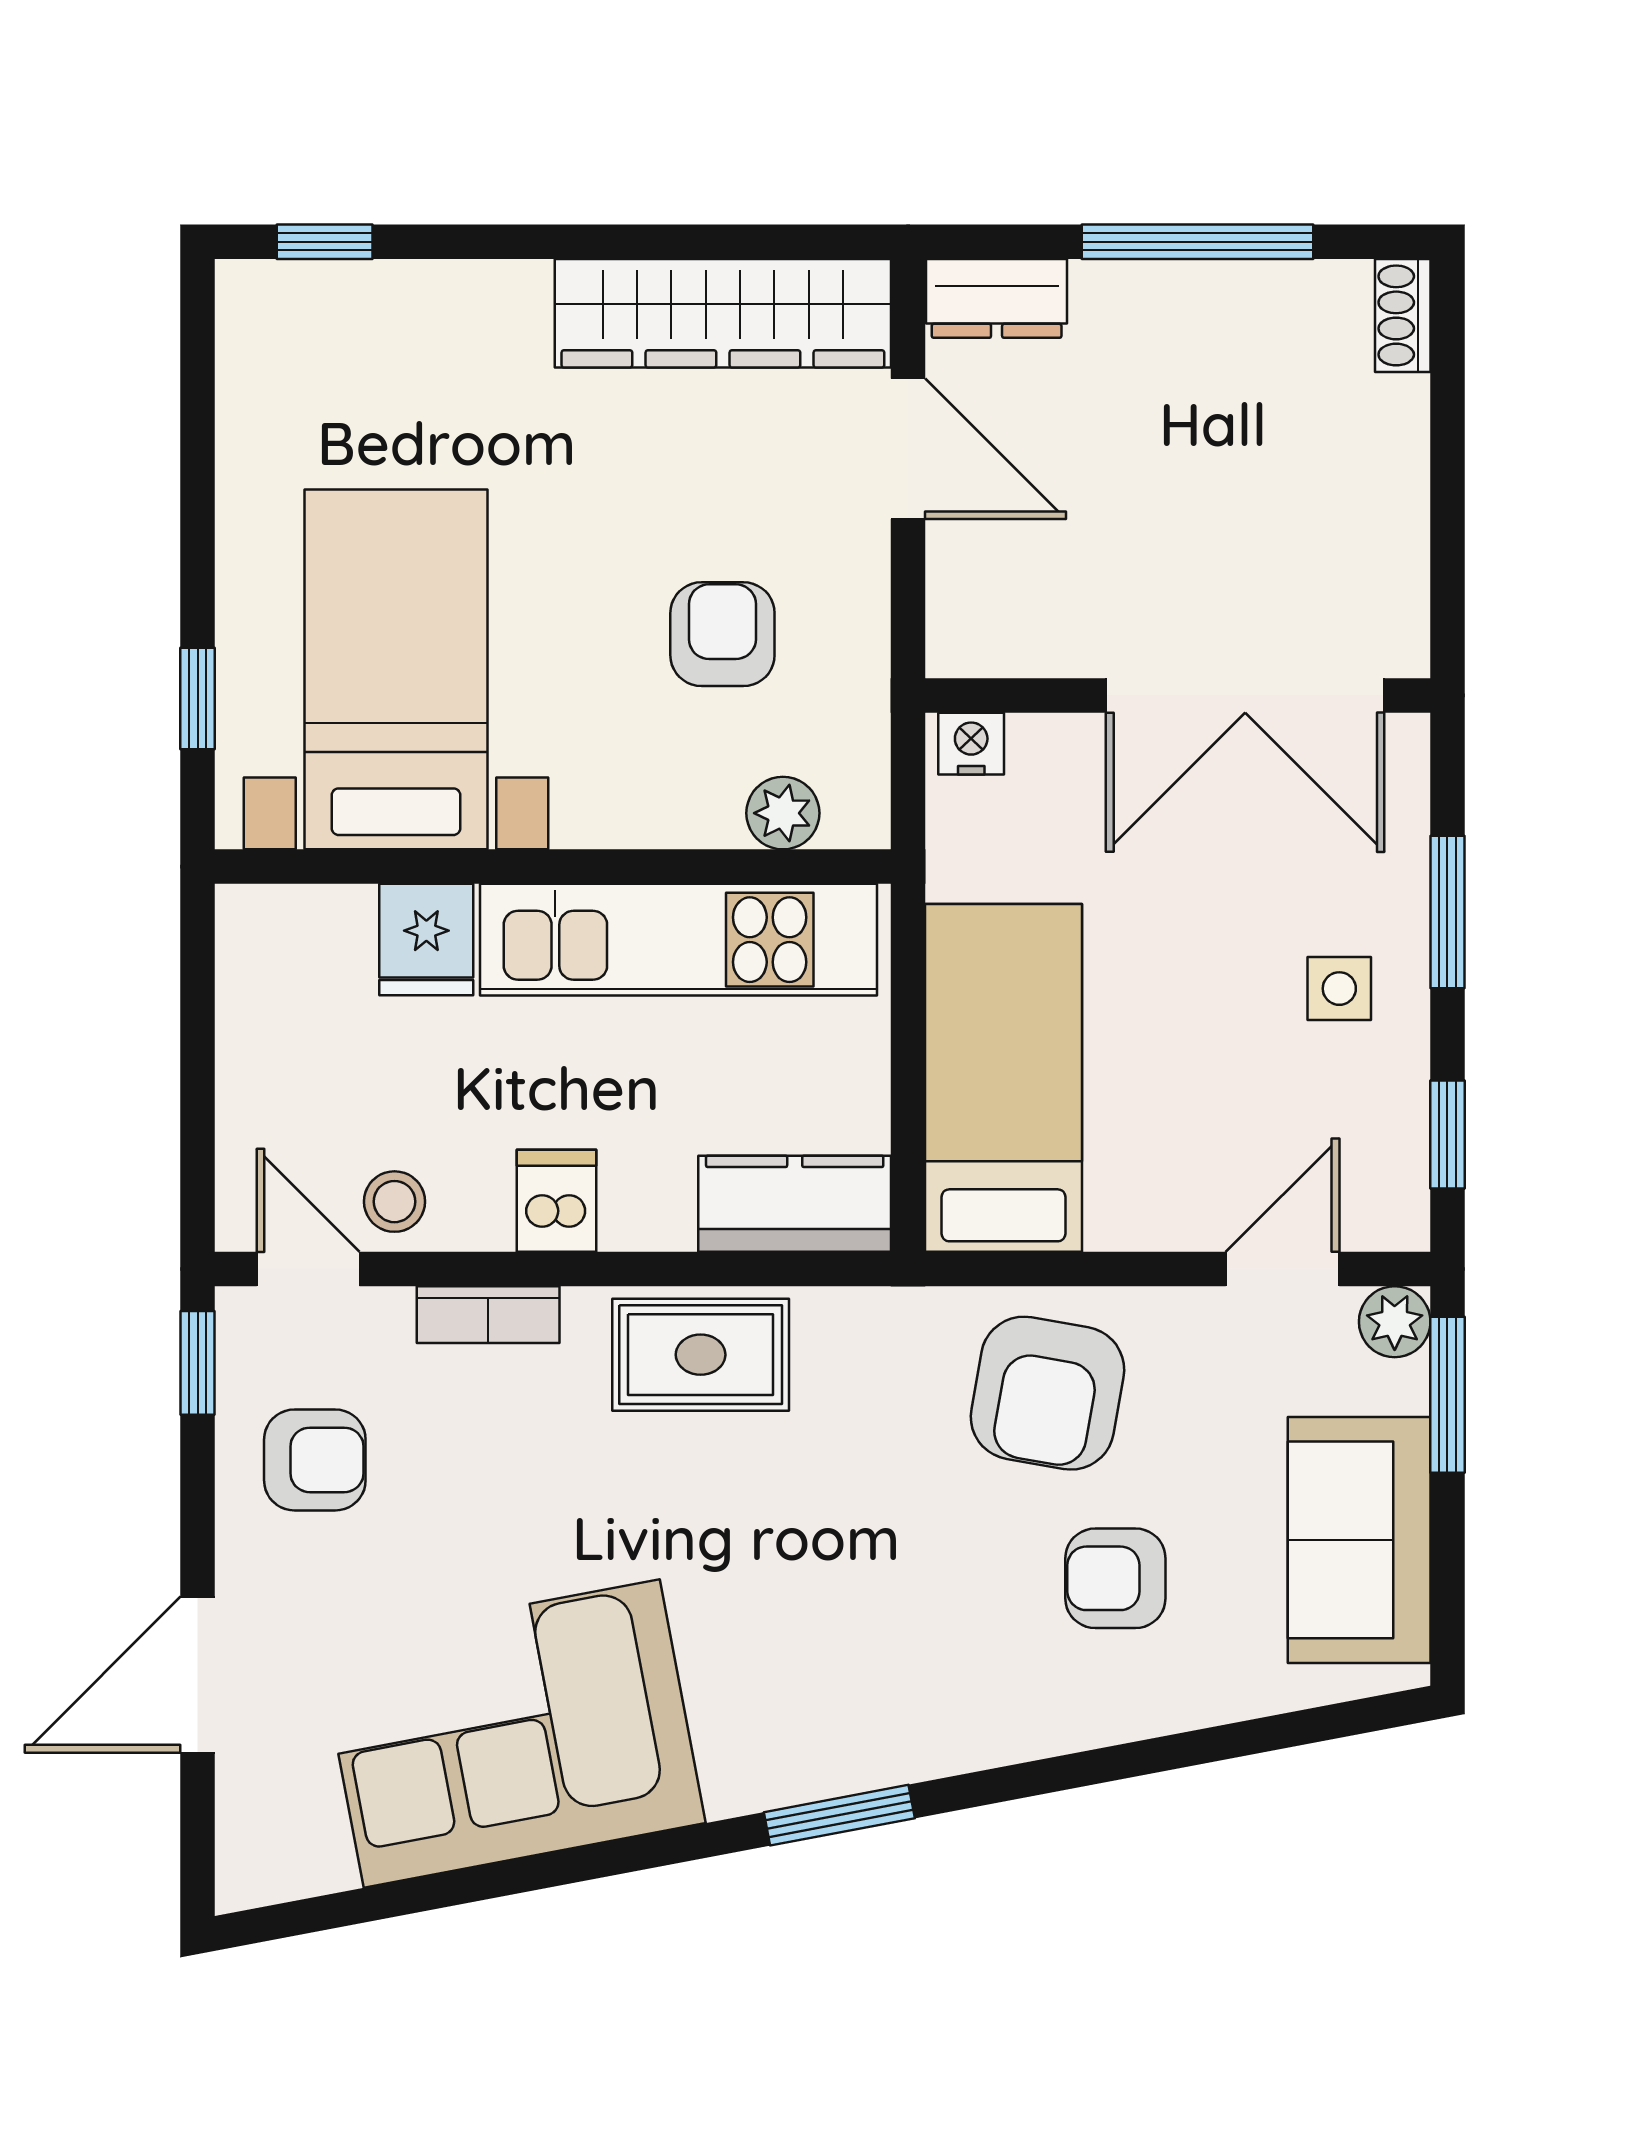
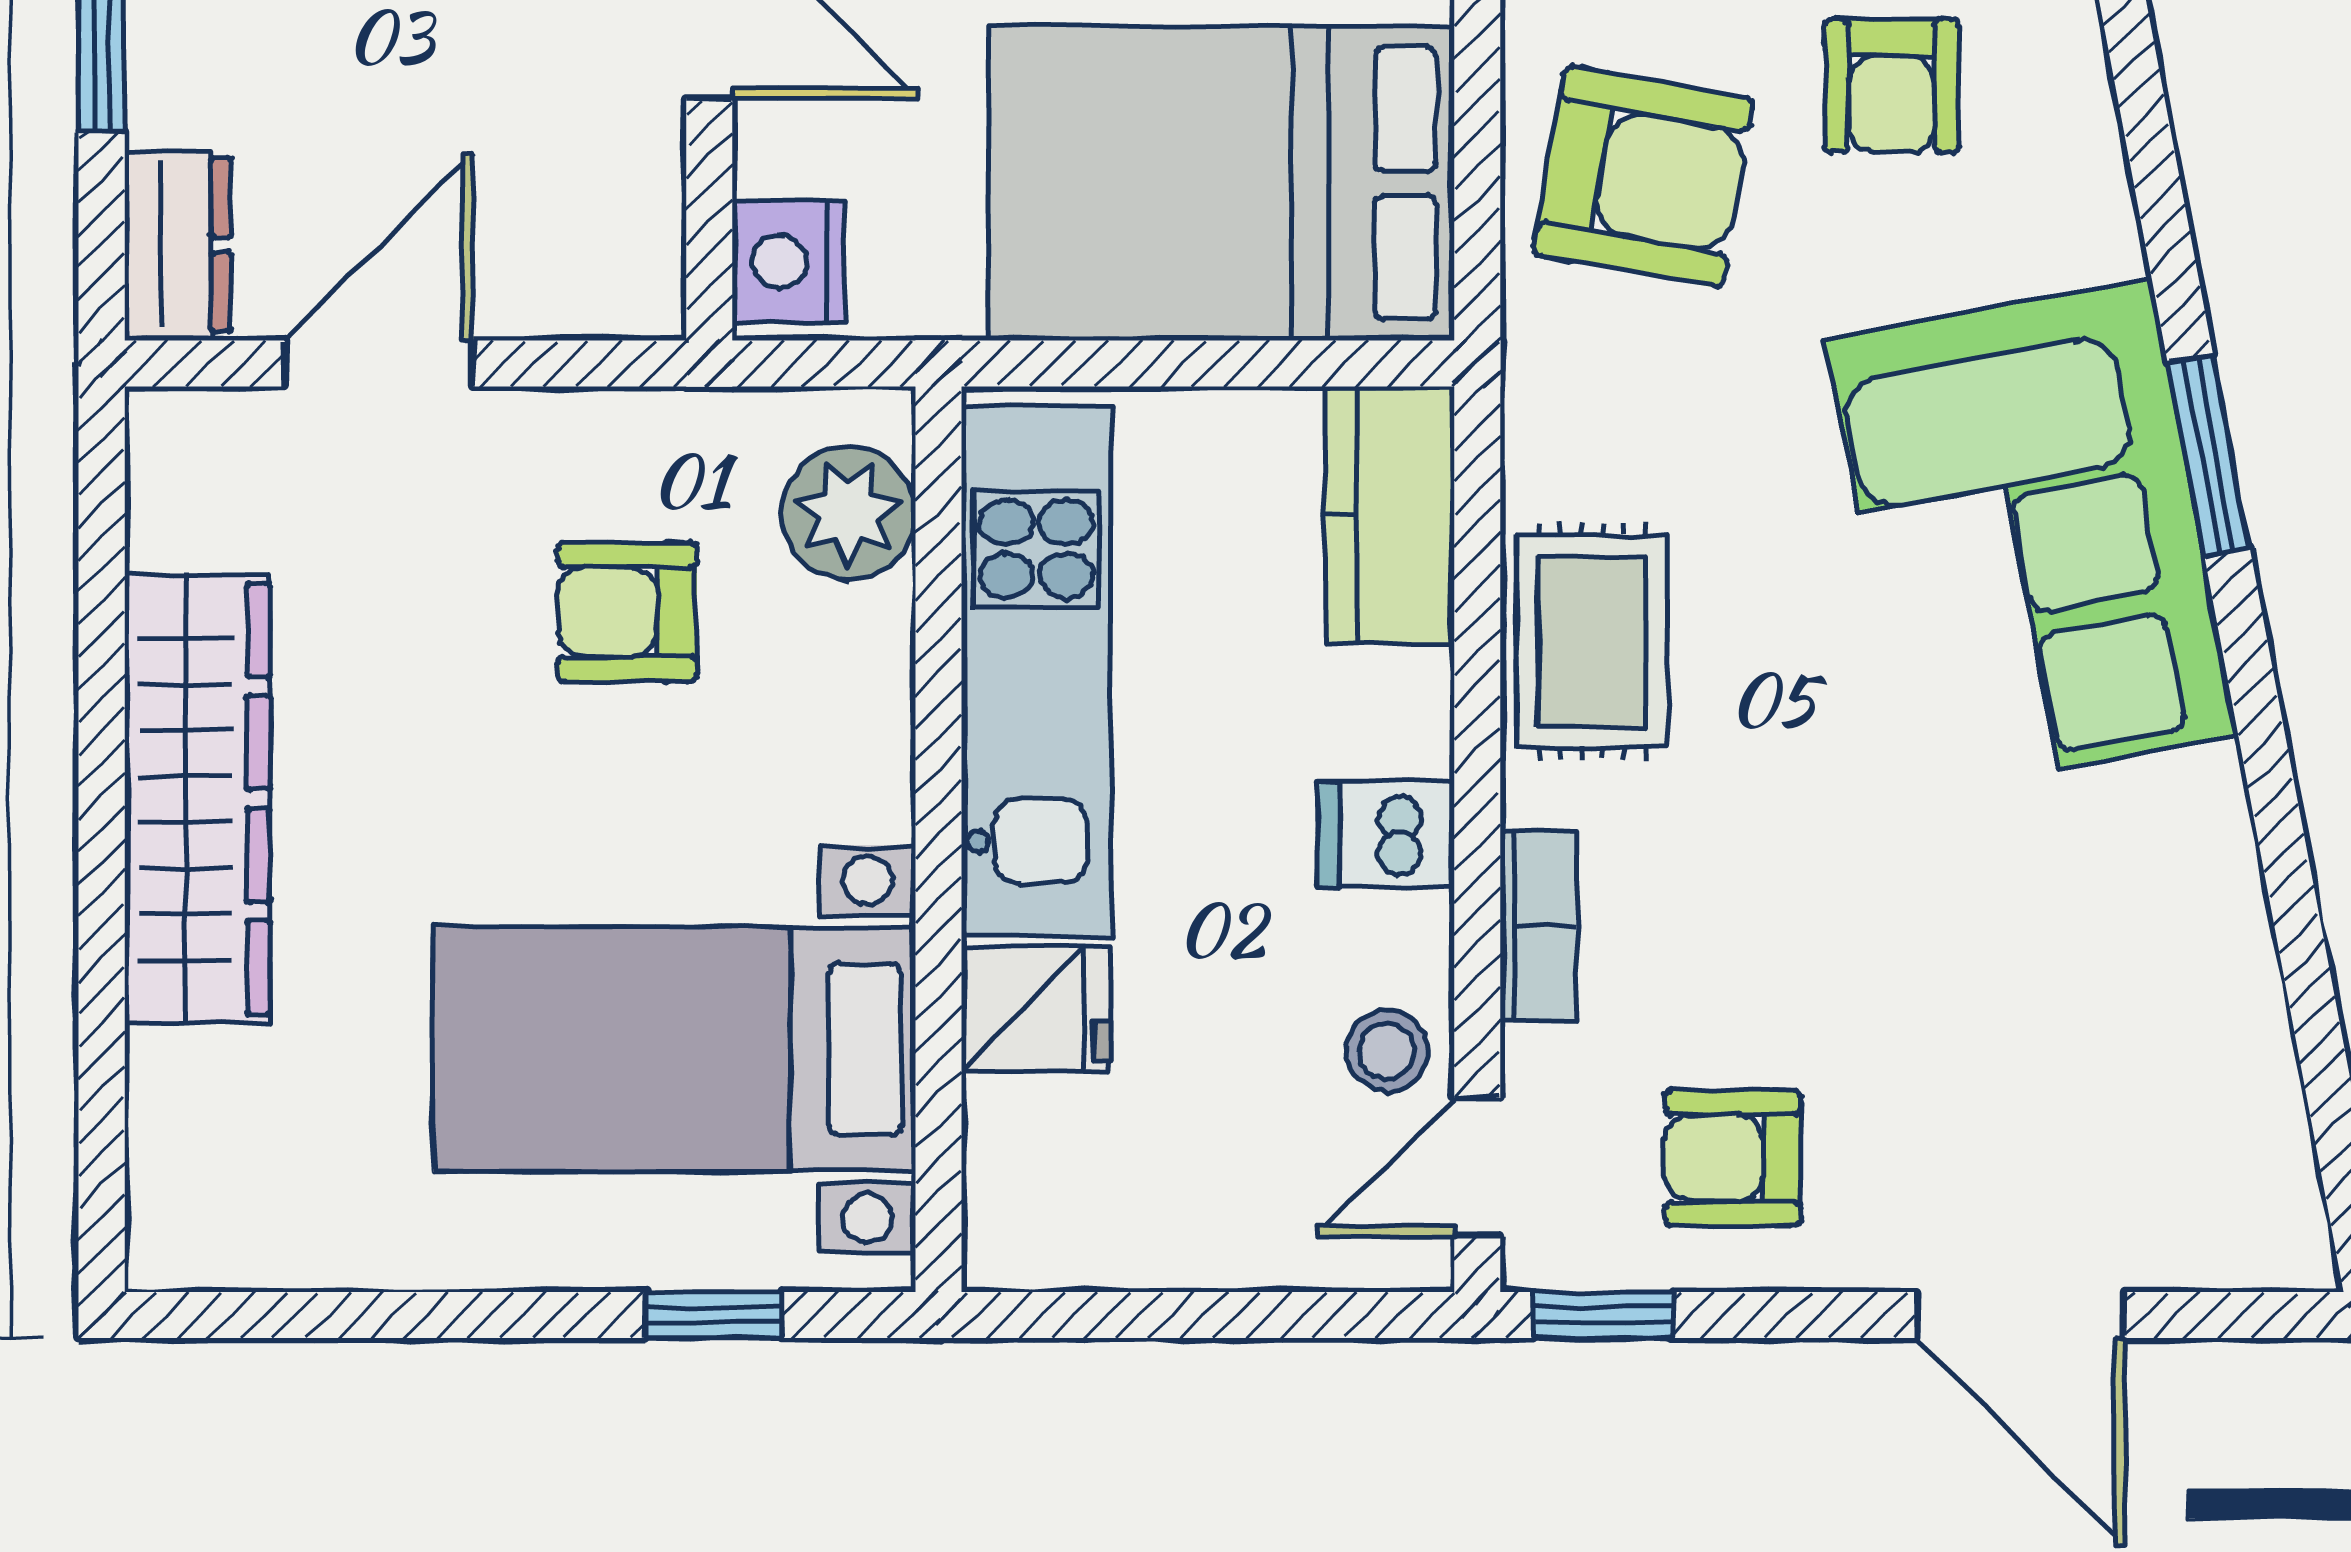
window: (325, 242) -> (102, 1145), removed
wardrobe: (723, 313) -> (197, 799), moved
nightstand: (971, 744) -> (788, 262), width x1.39, depth x1.35
plant: (783, 813) -> (849, 513), width x1.38, depth x1.38
bed: (1004, 1078) -> (1221, 183), width x1.50
armchair: (315, 1460) -> (1733, 1158), turned -90
corner sofa: (512, 1733) -> (2032, 538), moved

